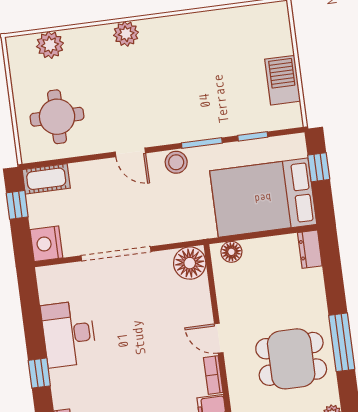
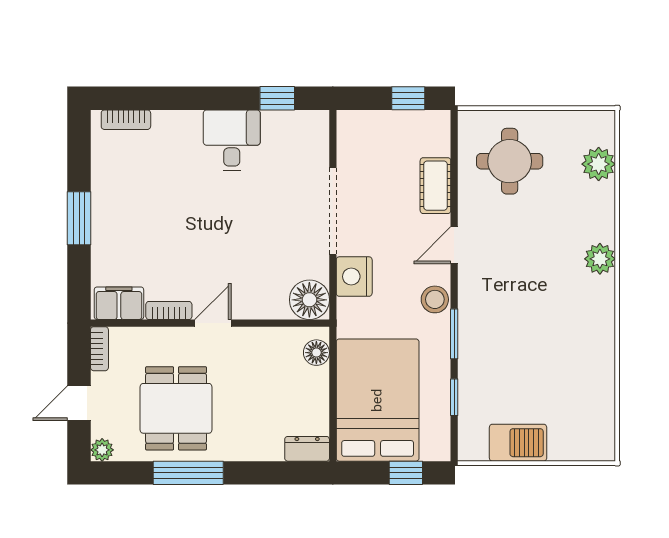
cot: (46, 179) -> (435, 186), moved
nightstand: (46, 244) -> (354, 277), moved, turned -90
desk: (69, 334) -> (232, 140), width x0.73
window: (39, 373) -> (277, 98), moved

